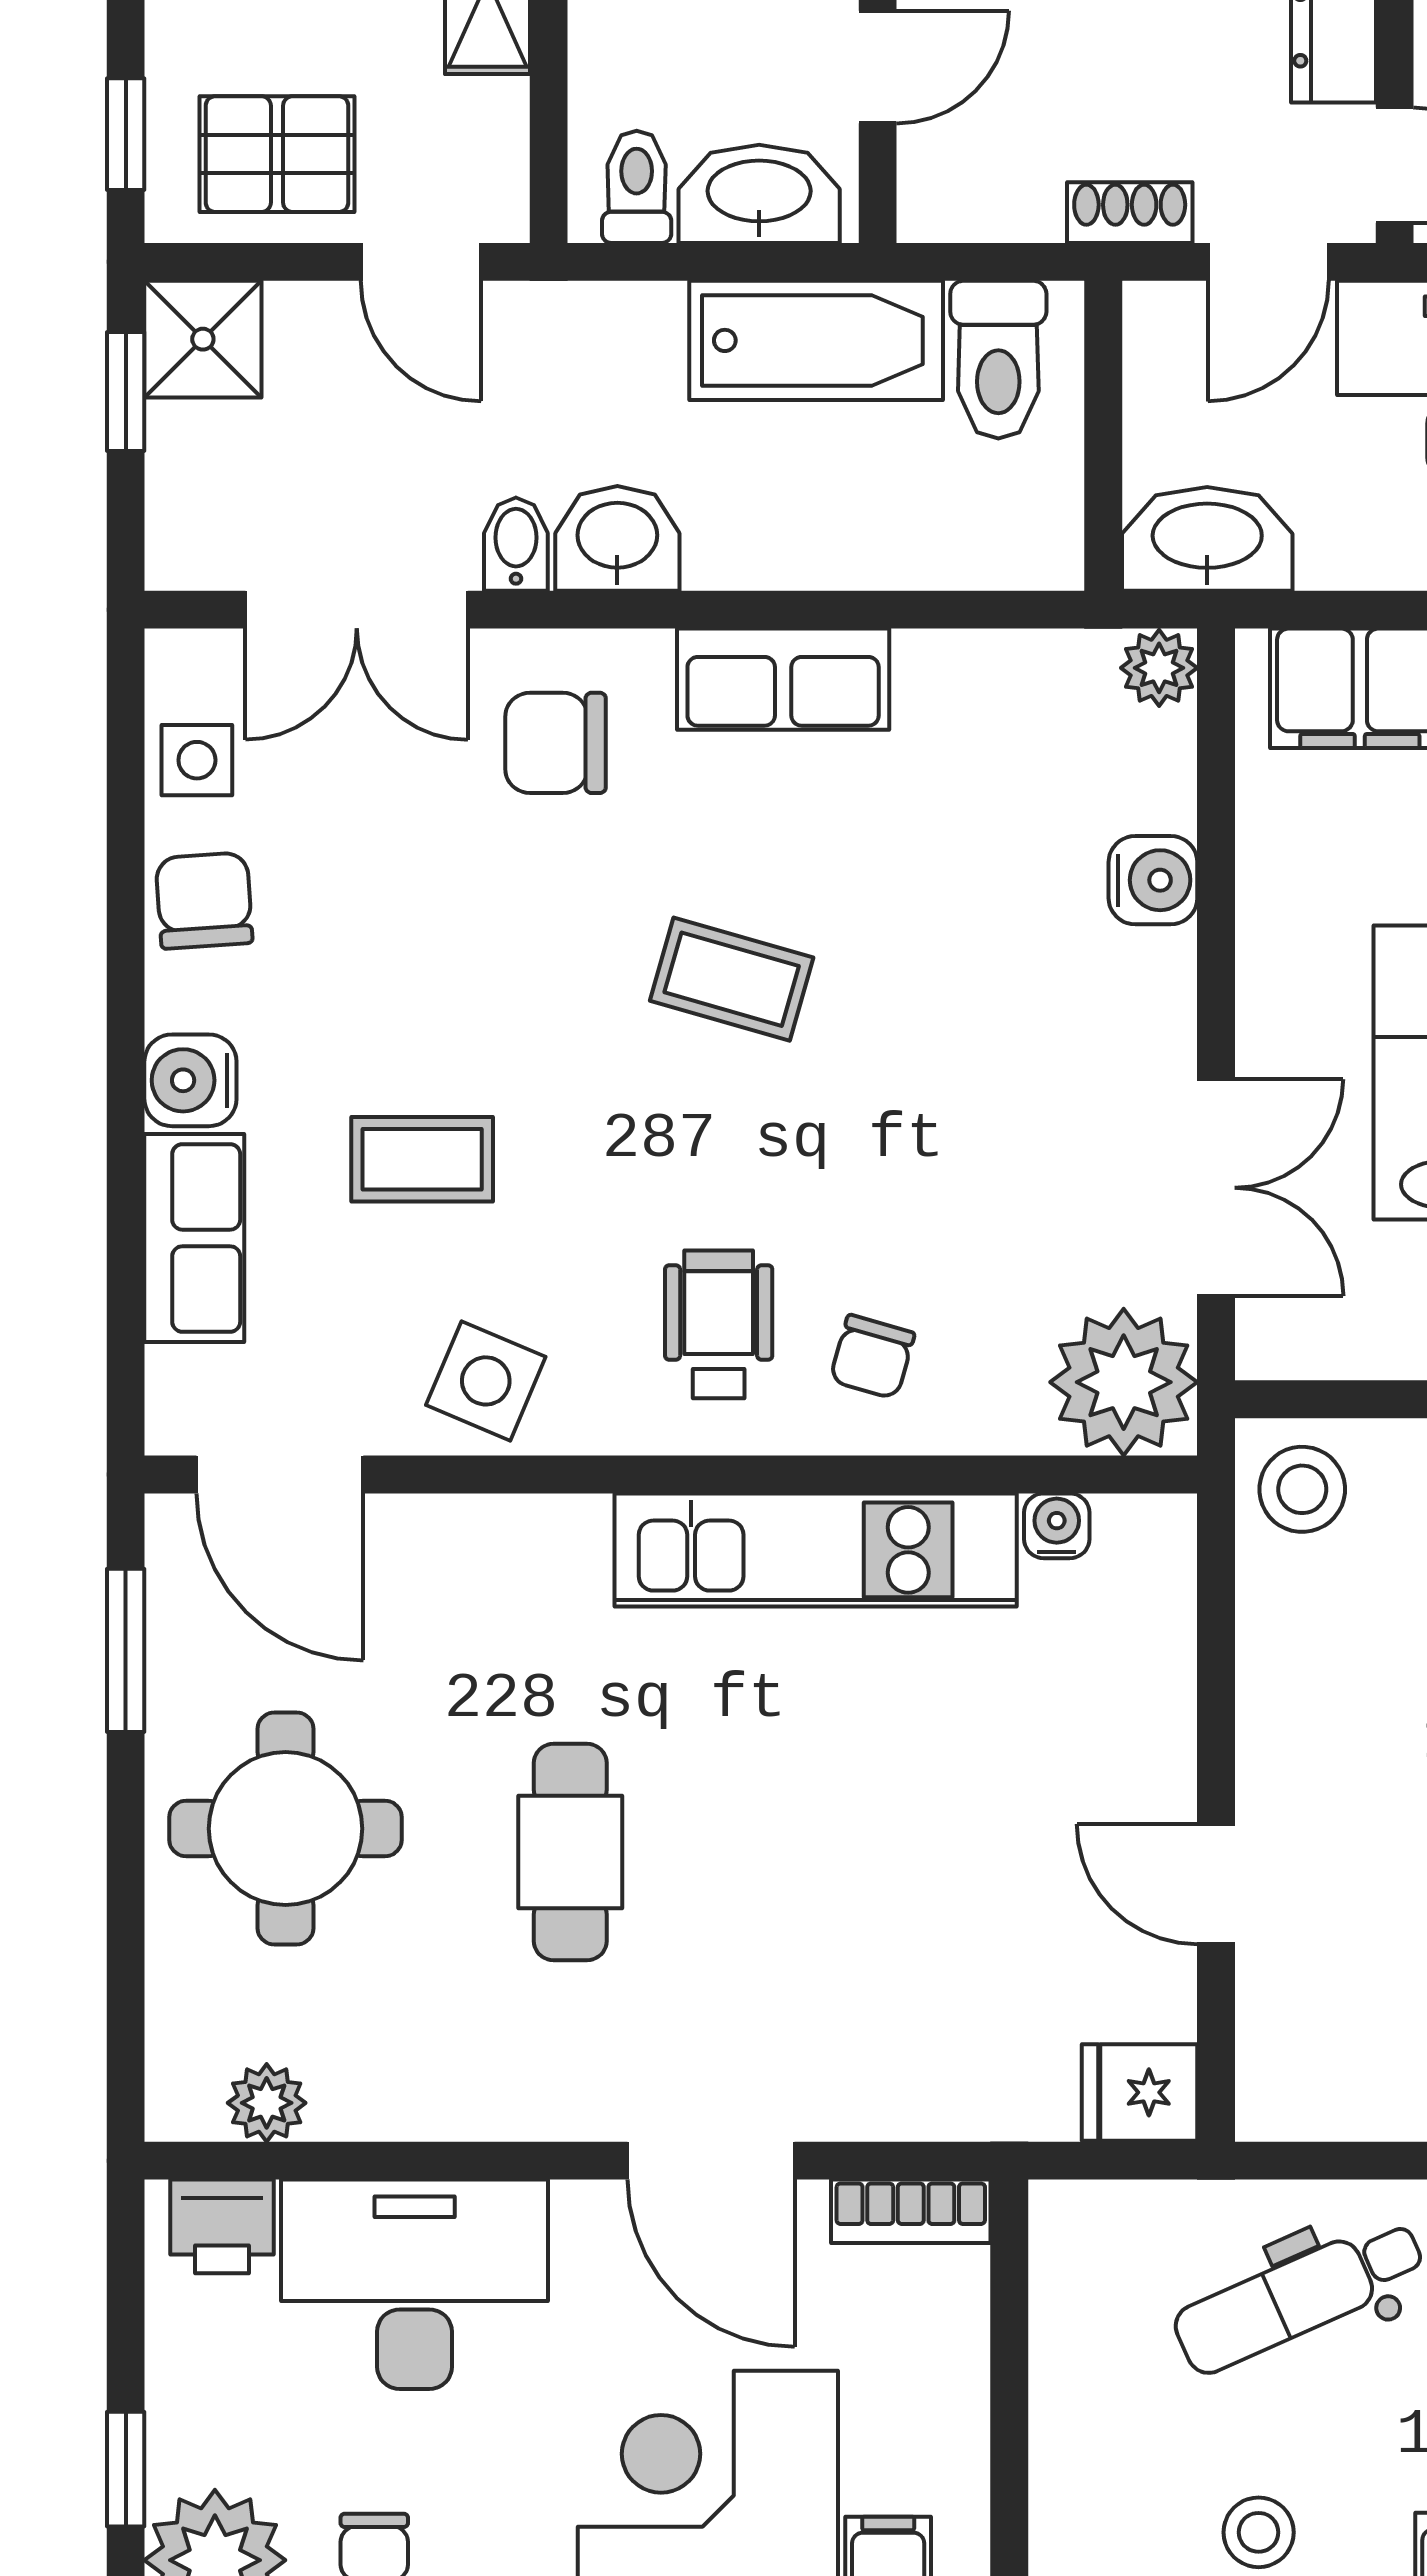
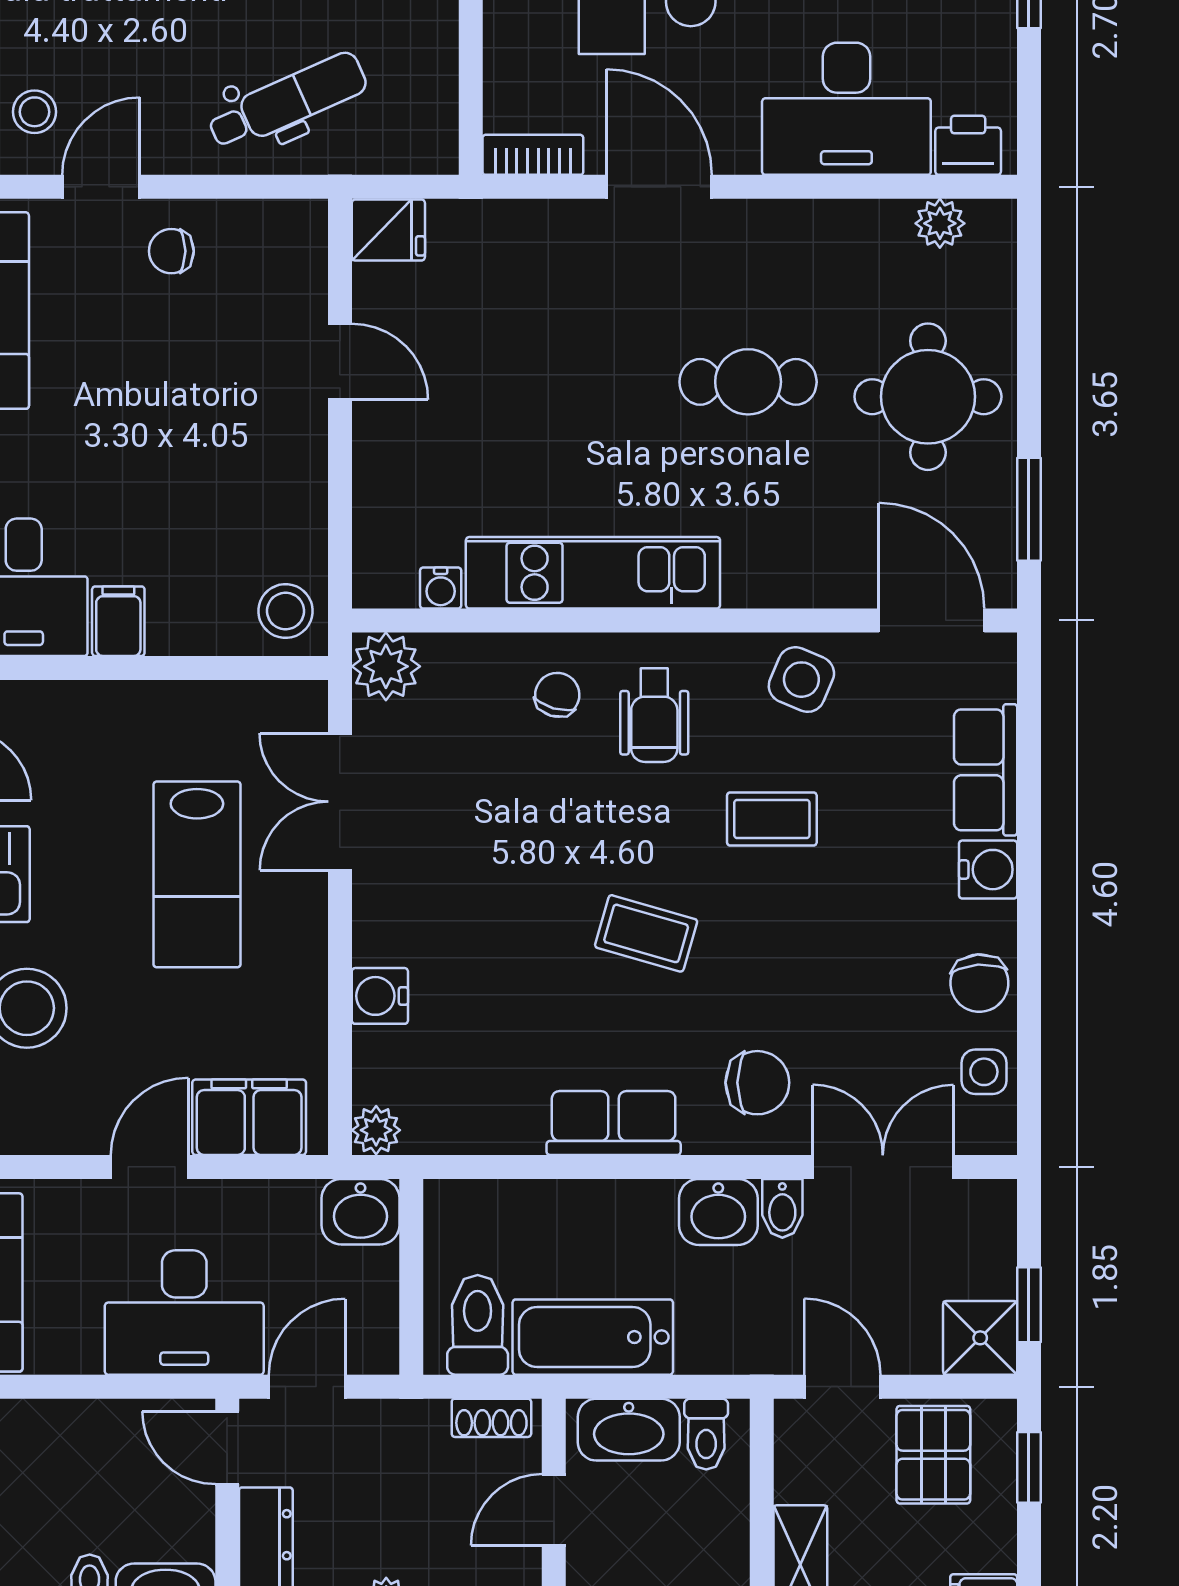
pallet: (277, 154) -> (933, 1455), turned 90
shoe rack: (1130, 213) -> (491, 1418), moved
washbasin: (1207, 539) -> (361, 1212), width x0.72
coffee table: (422, 1159) -> (772, 819), moved
plant: (1124, 1382) -> (386, 666), width x0.73, depth x0.73
cafe table: (570, 1852) -> (748, 382), turned 90

